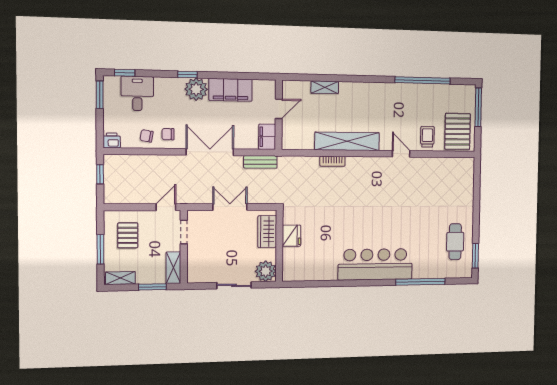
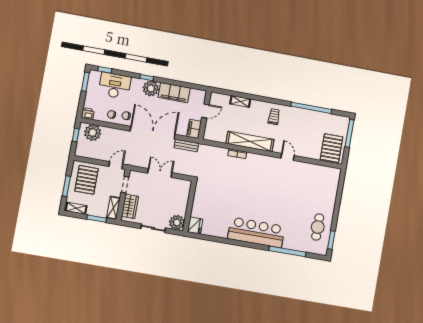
desk: (137, 93) -> (115, 86), width x1.37
trolley: (427, 137) -> (274, 117), moved
double door: (210, 152) -> (153, 133), width x1.36
plant: (124, 167) -> (93, 133), added
wardrobe: (267, 232) -> (130, 206), moved, turned 180
pallet: (128, 235) -> (86, 180), width x1.50, depth x1.42
fridge: (291, 236) -> (195, 226), moved

